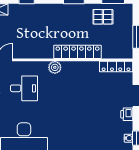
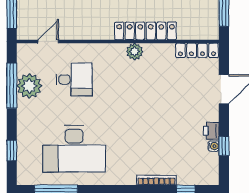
plant: (55, 67) -> (135, 52), moved
printer: (127, 114) -> (211, 131), moved

